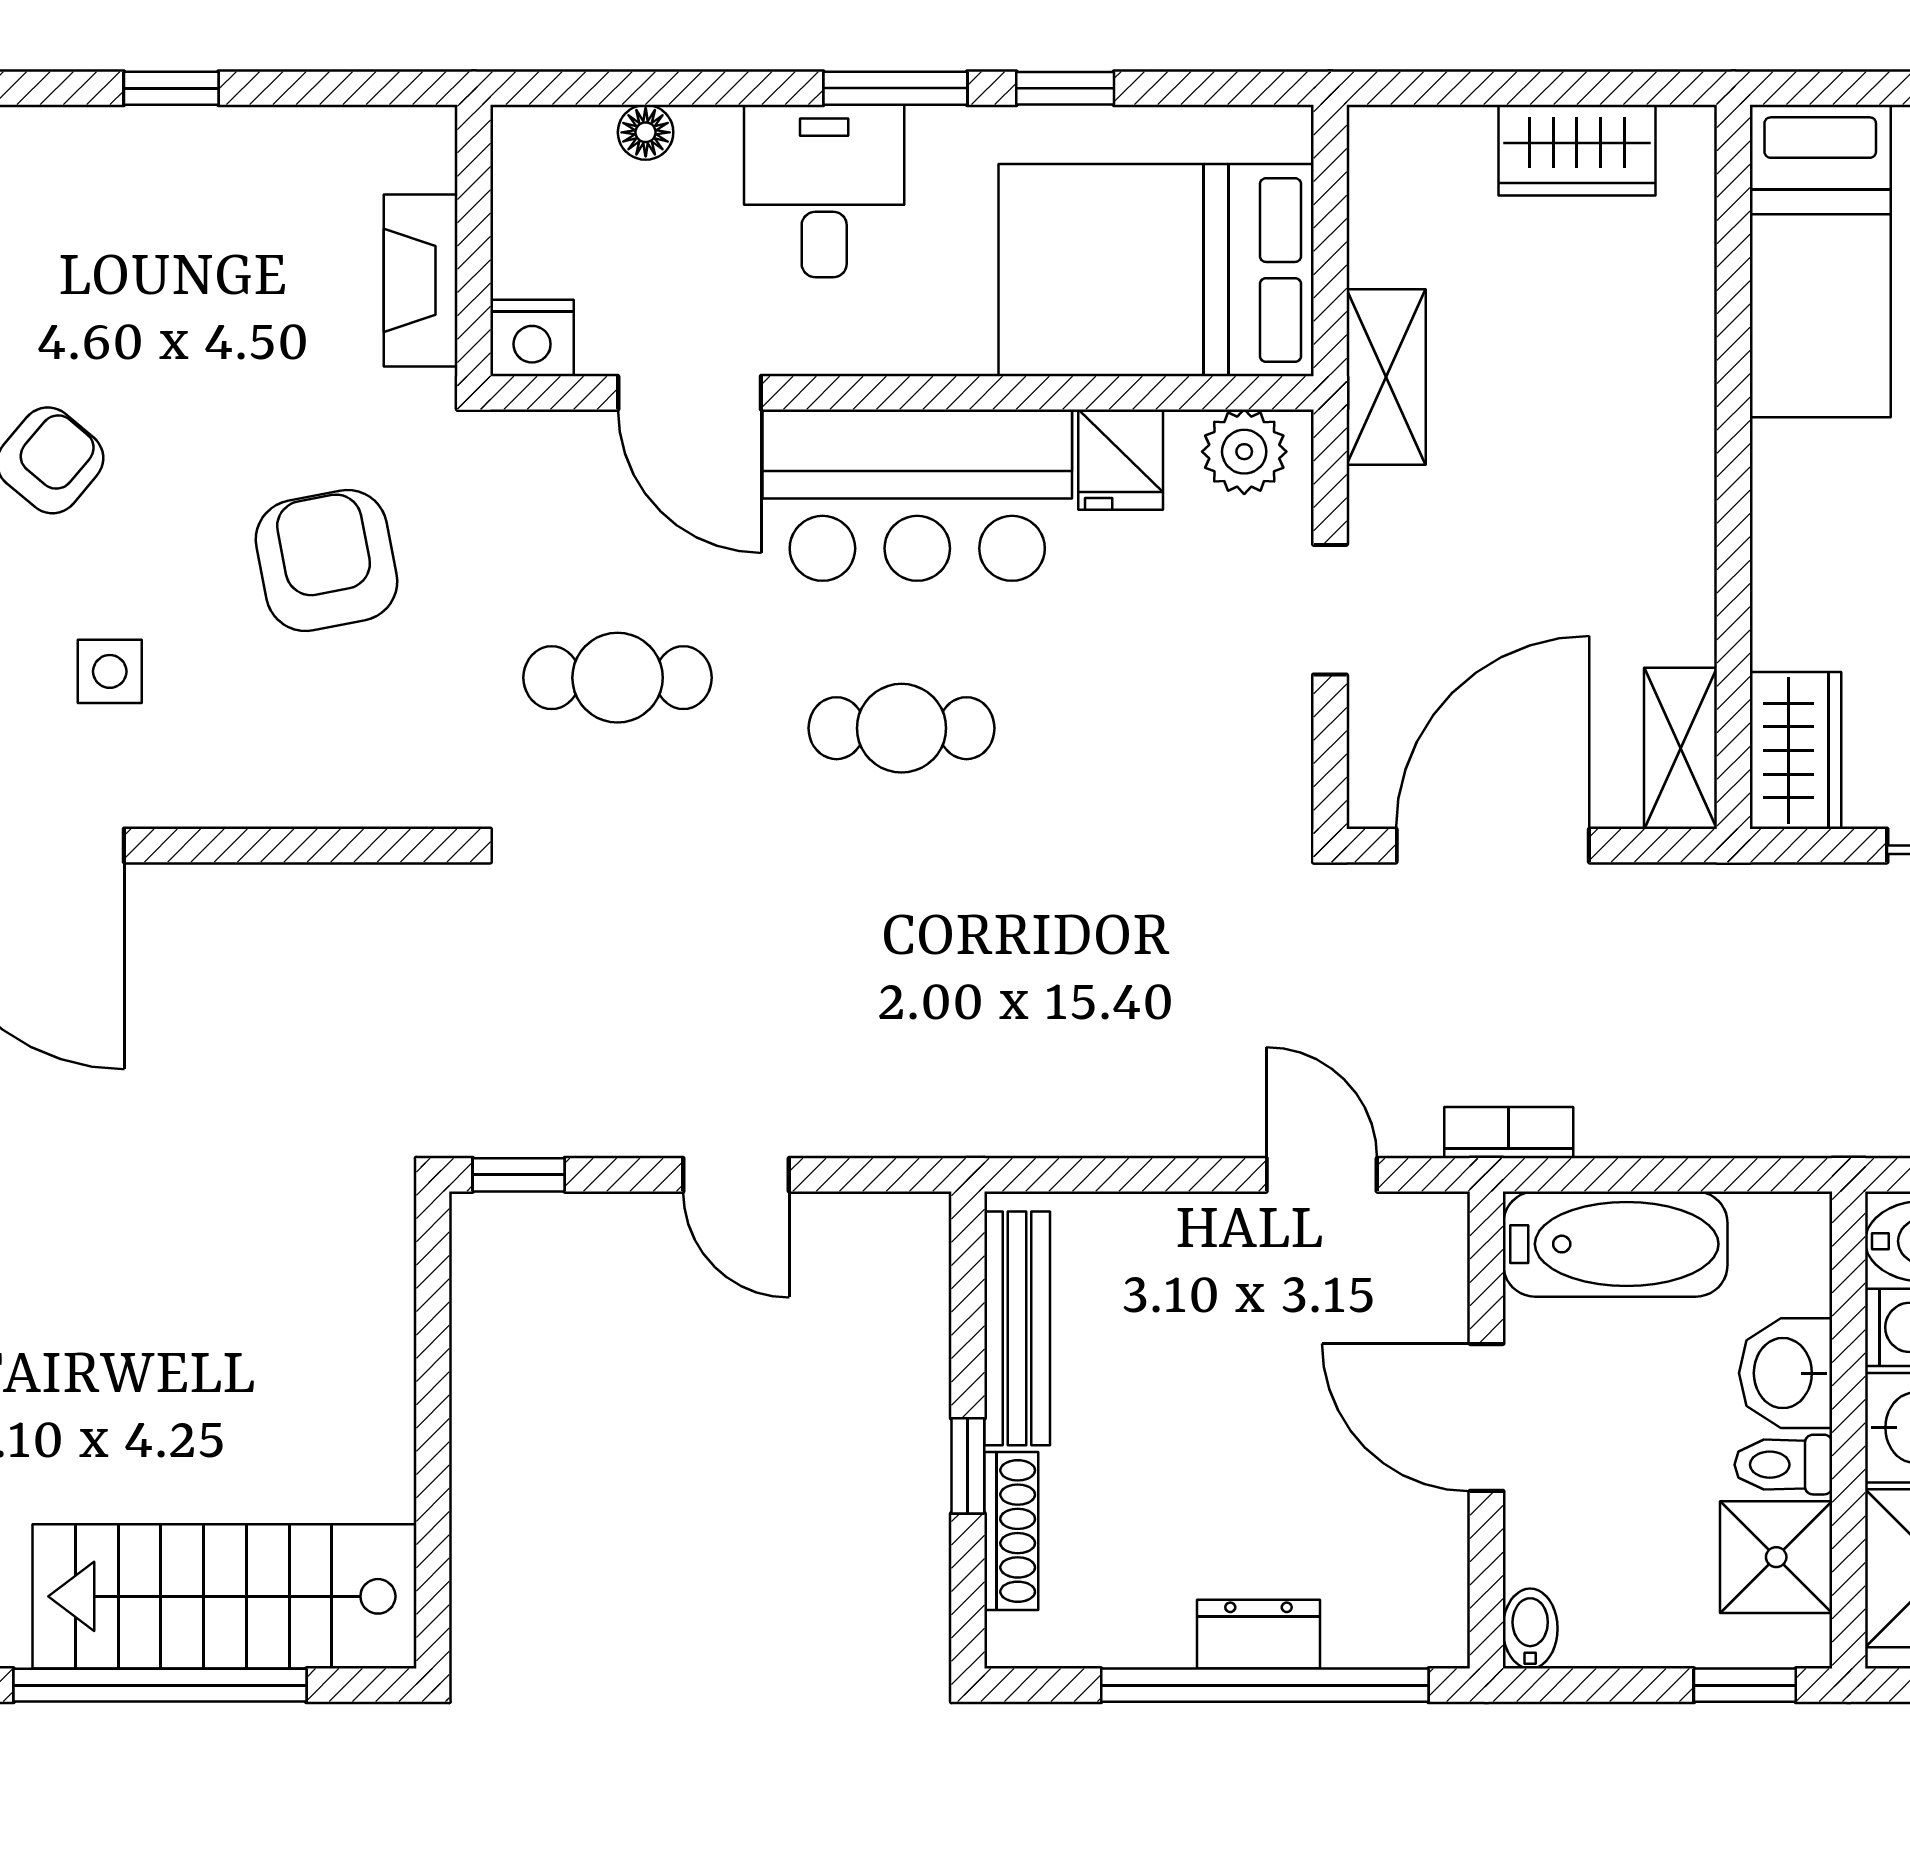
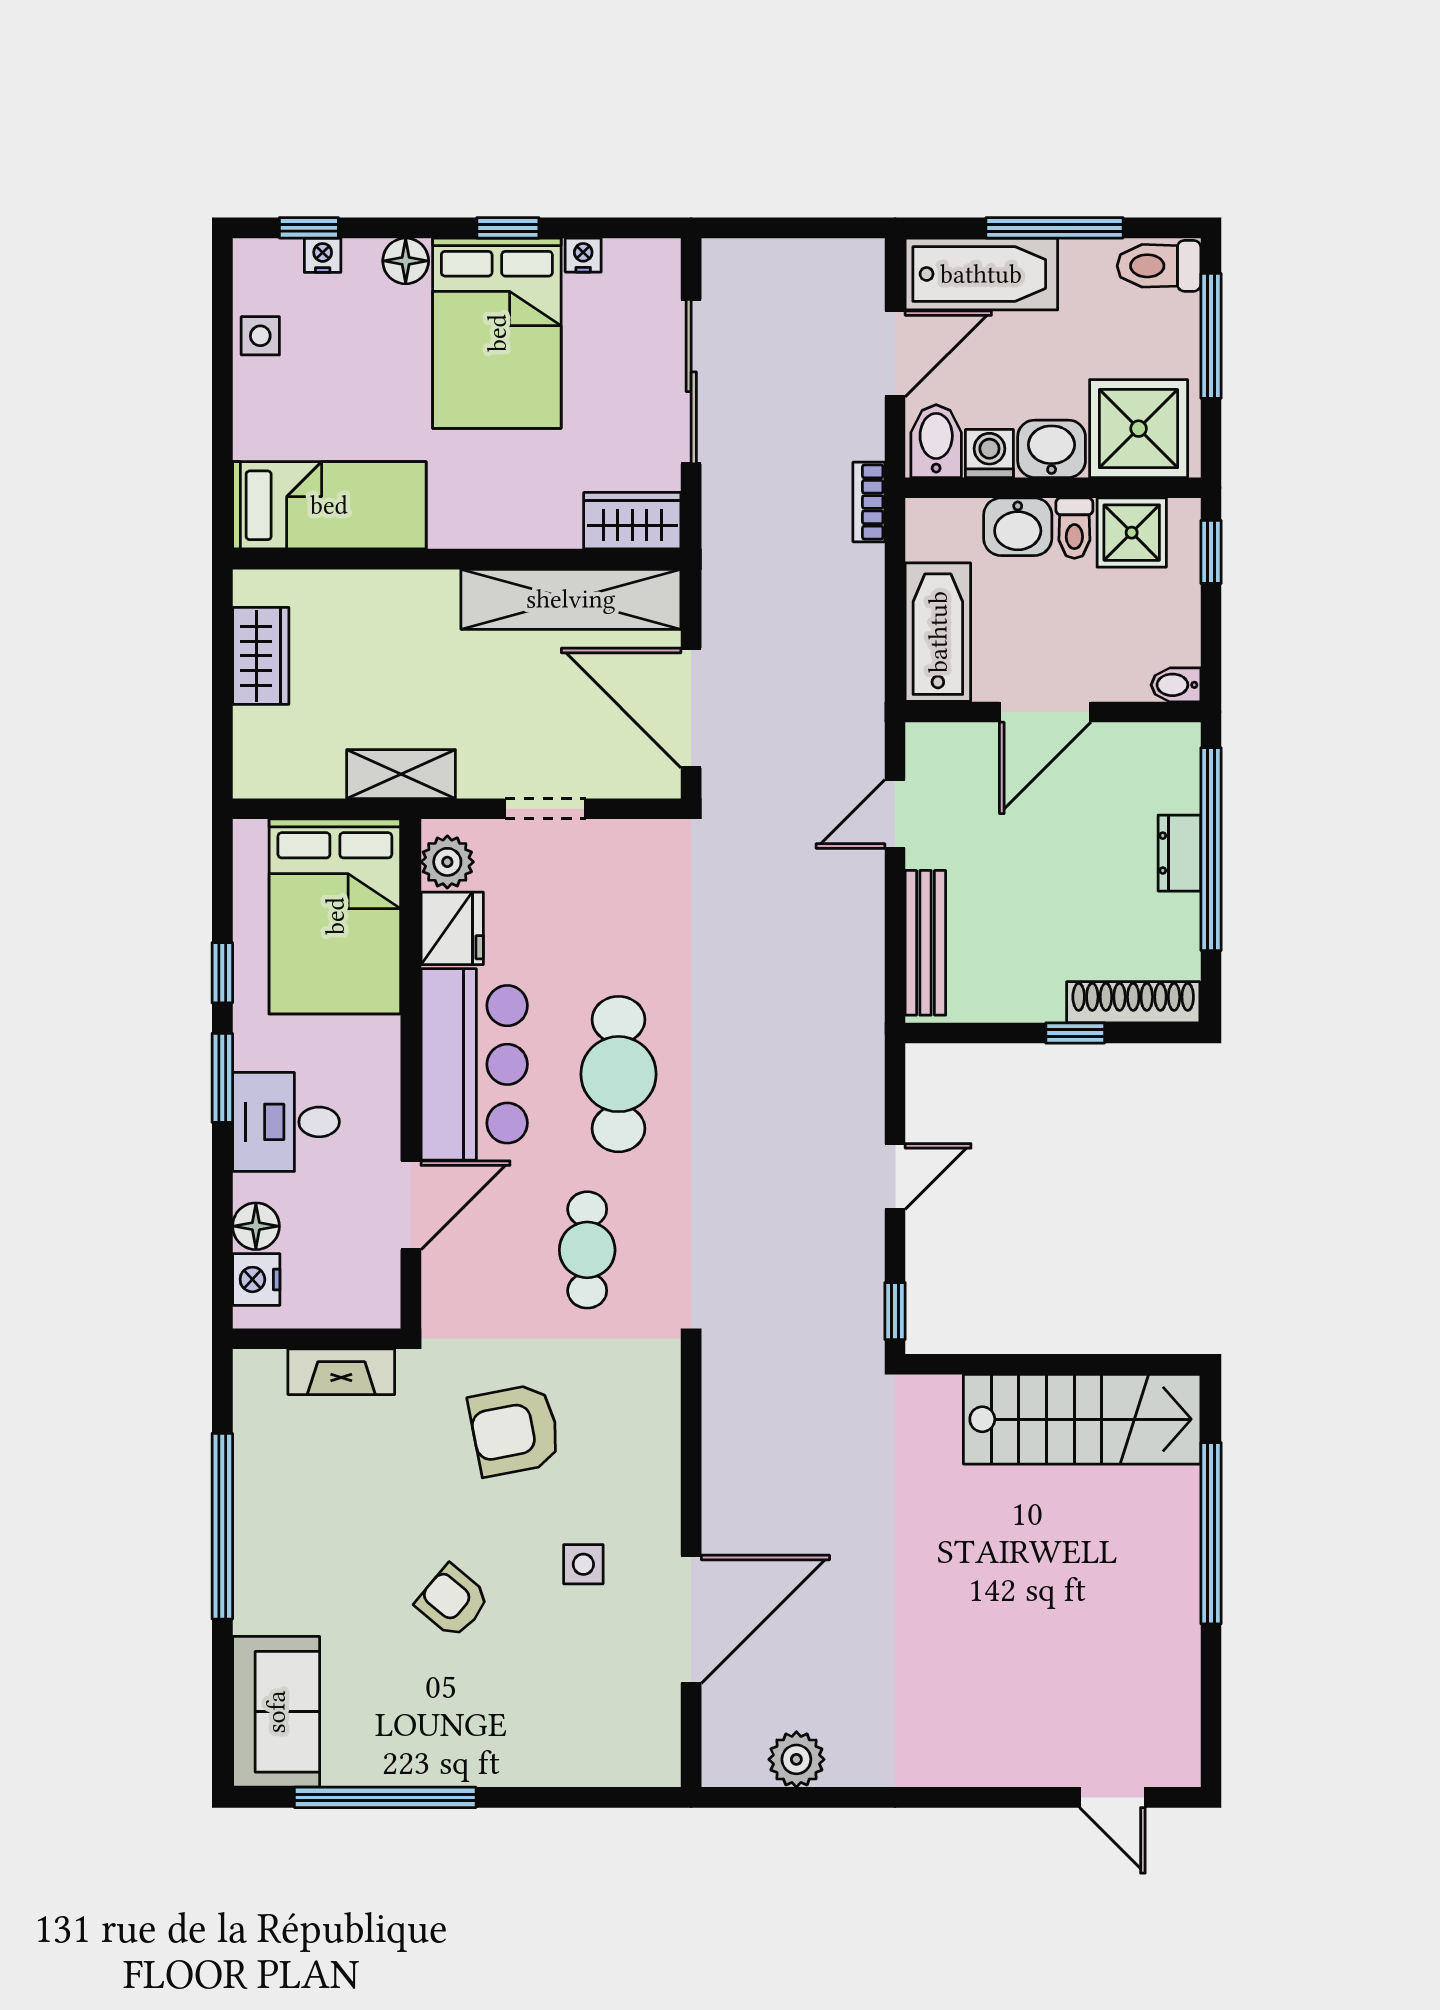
window: (171, 88) -> (222, 1526), width x3.17
floor lamp: (646, 132) -> (256, 1226), width x1.37, depth x1.37
nightstand: (532, 338) -> (256, 1279), moved, turned 180
fridge: (1121, 460) -> (452, 928), width x1.38
cafe table: (902, 728) -> (618, 1074), width x1.37, depth x1.35
shelving: (1681, 748) -> (571, 599), width x2.20, depth x1.33
bookcase: (1509, 1133) -> (869, 502), moved
bench: (1017, 1328) -> (925, 943), moved, turned 90
shoe rack: (1011, 1531) -> (1133, 1002), width x1.36, depth x1.24
stairs: (225, 1596) -> (1082, 1419), moved, turned -90

